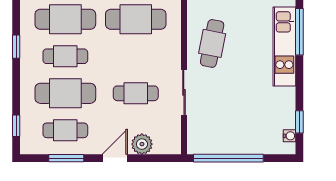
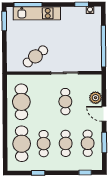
cafe table: (212, 43) -> (35, 56), turned -49
cafe table: (65, 93) -> (66, 143), width x0.73, depth x0.74

